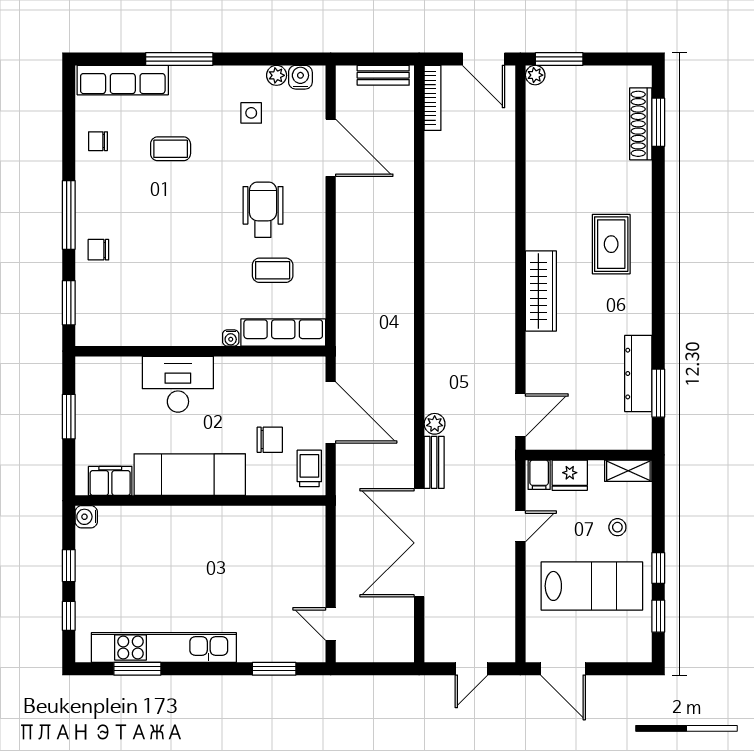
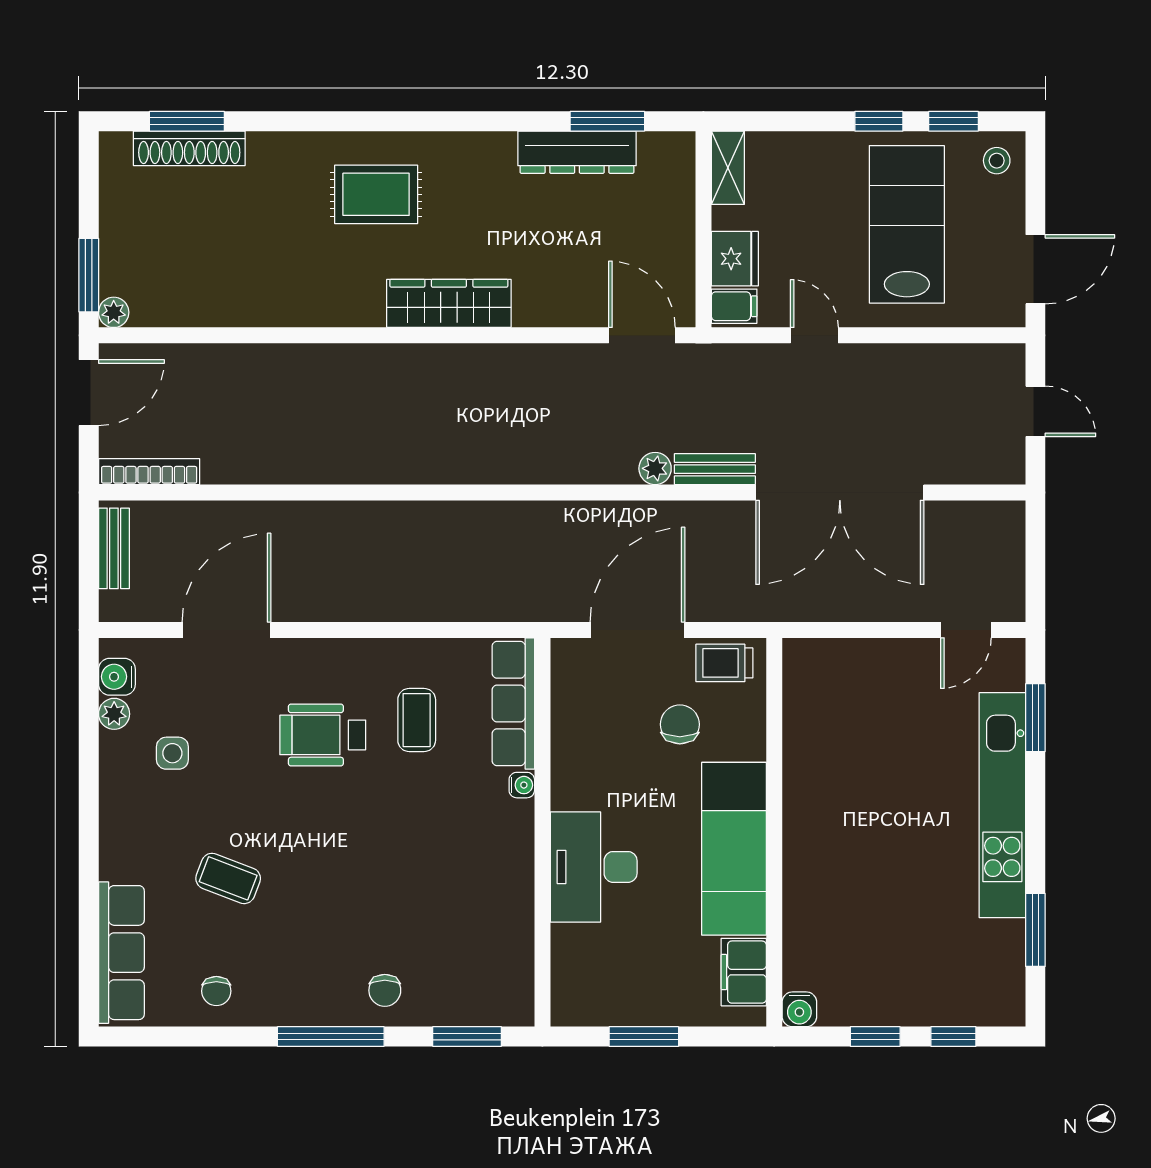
window: (179, 59) -> (89, 865), removed
coffee table: (171, 149) -> (228, 878), turned -69
stool: (617, 527) -> (997, 161), moved
kitchen unit: (164, 647) -> (1002, 805), moved

